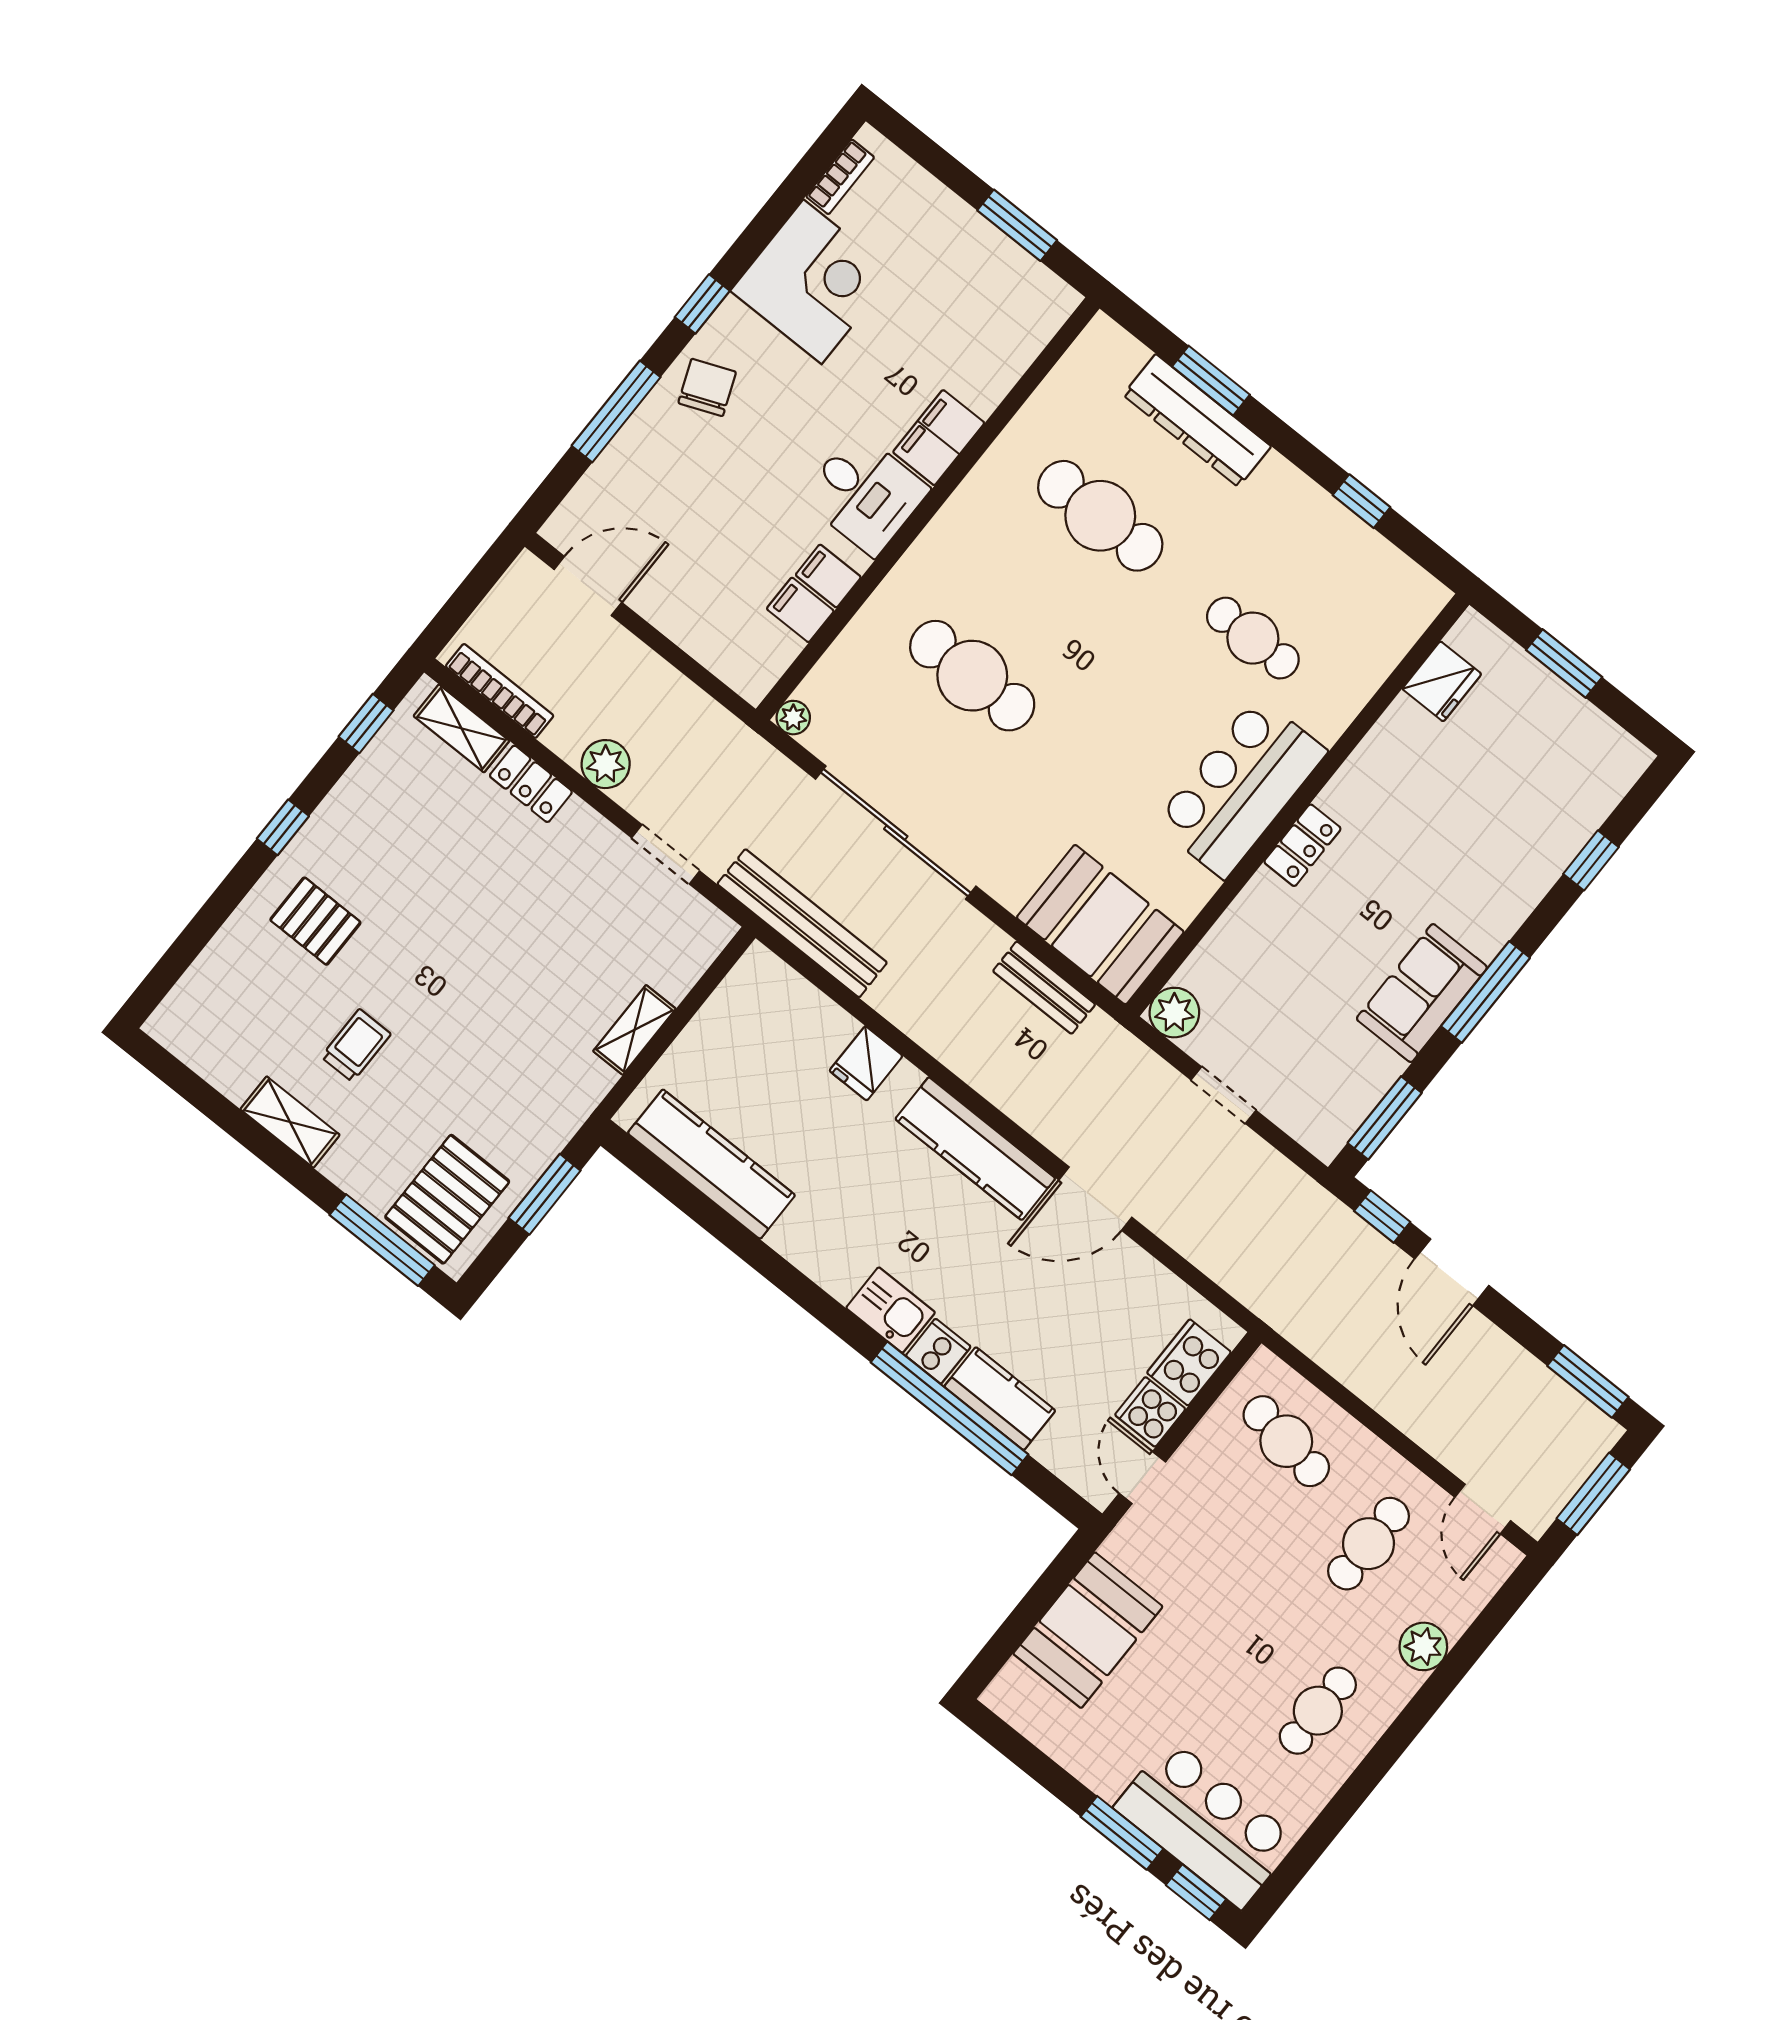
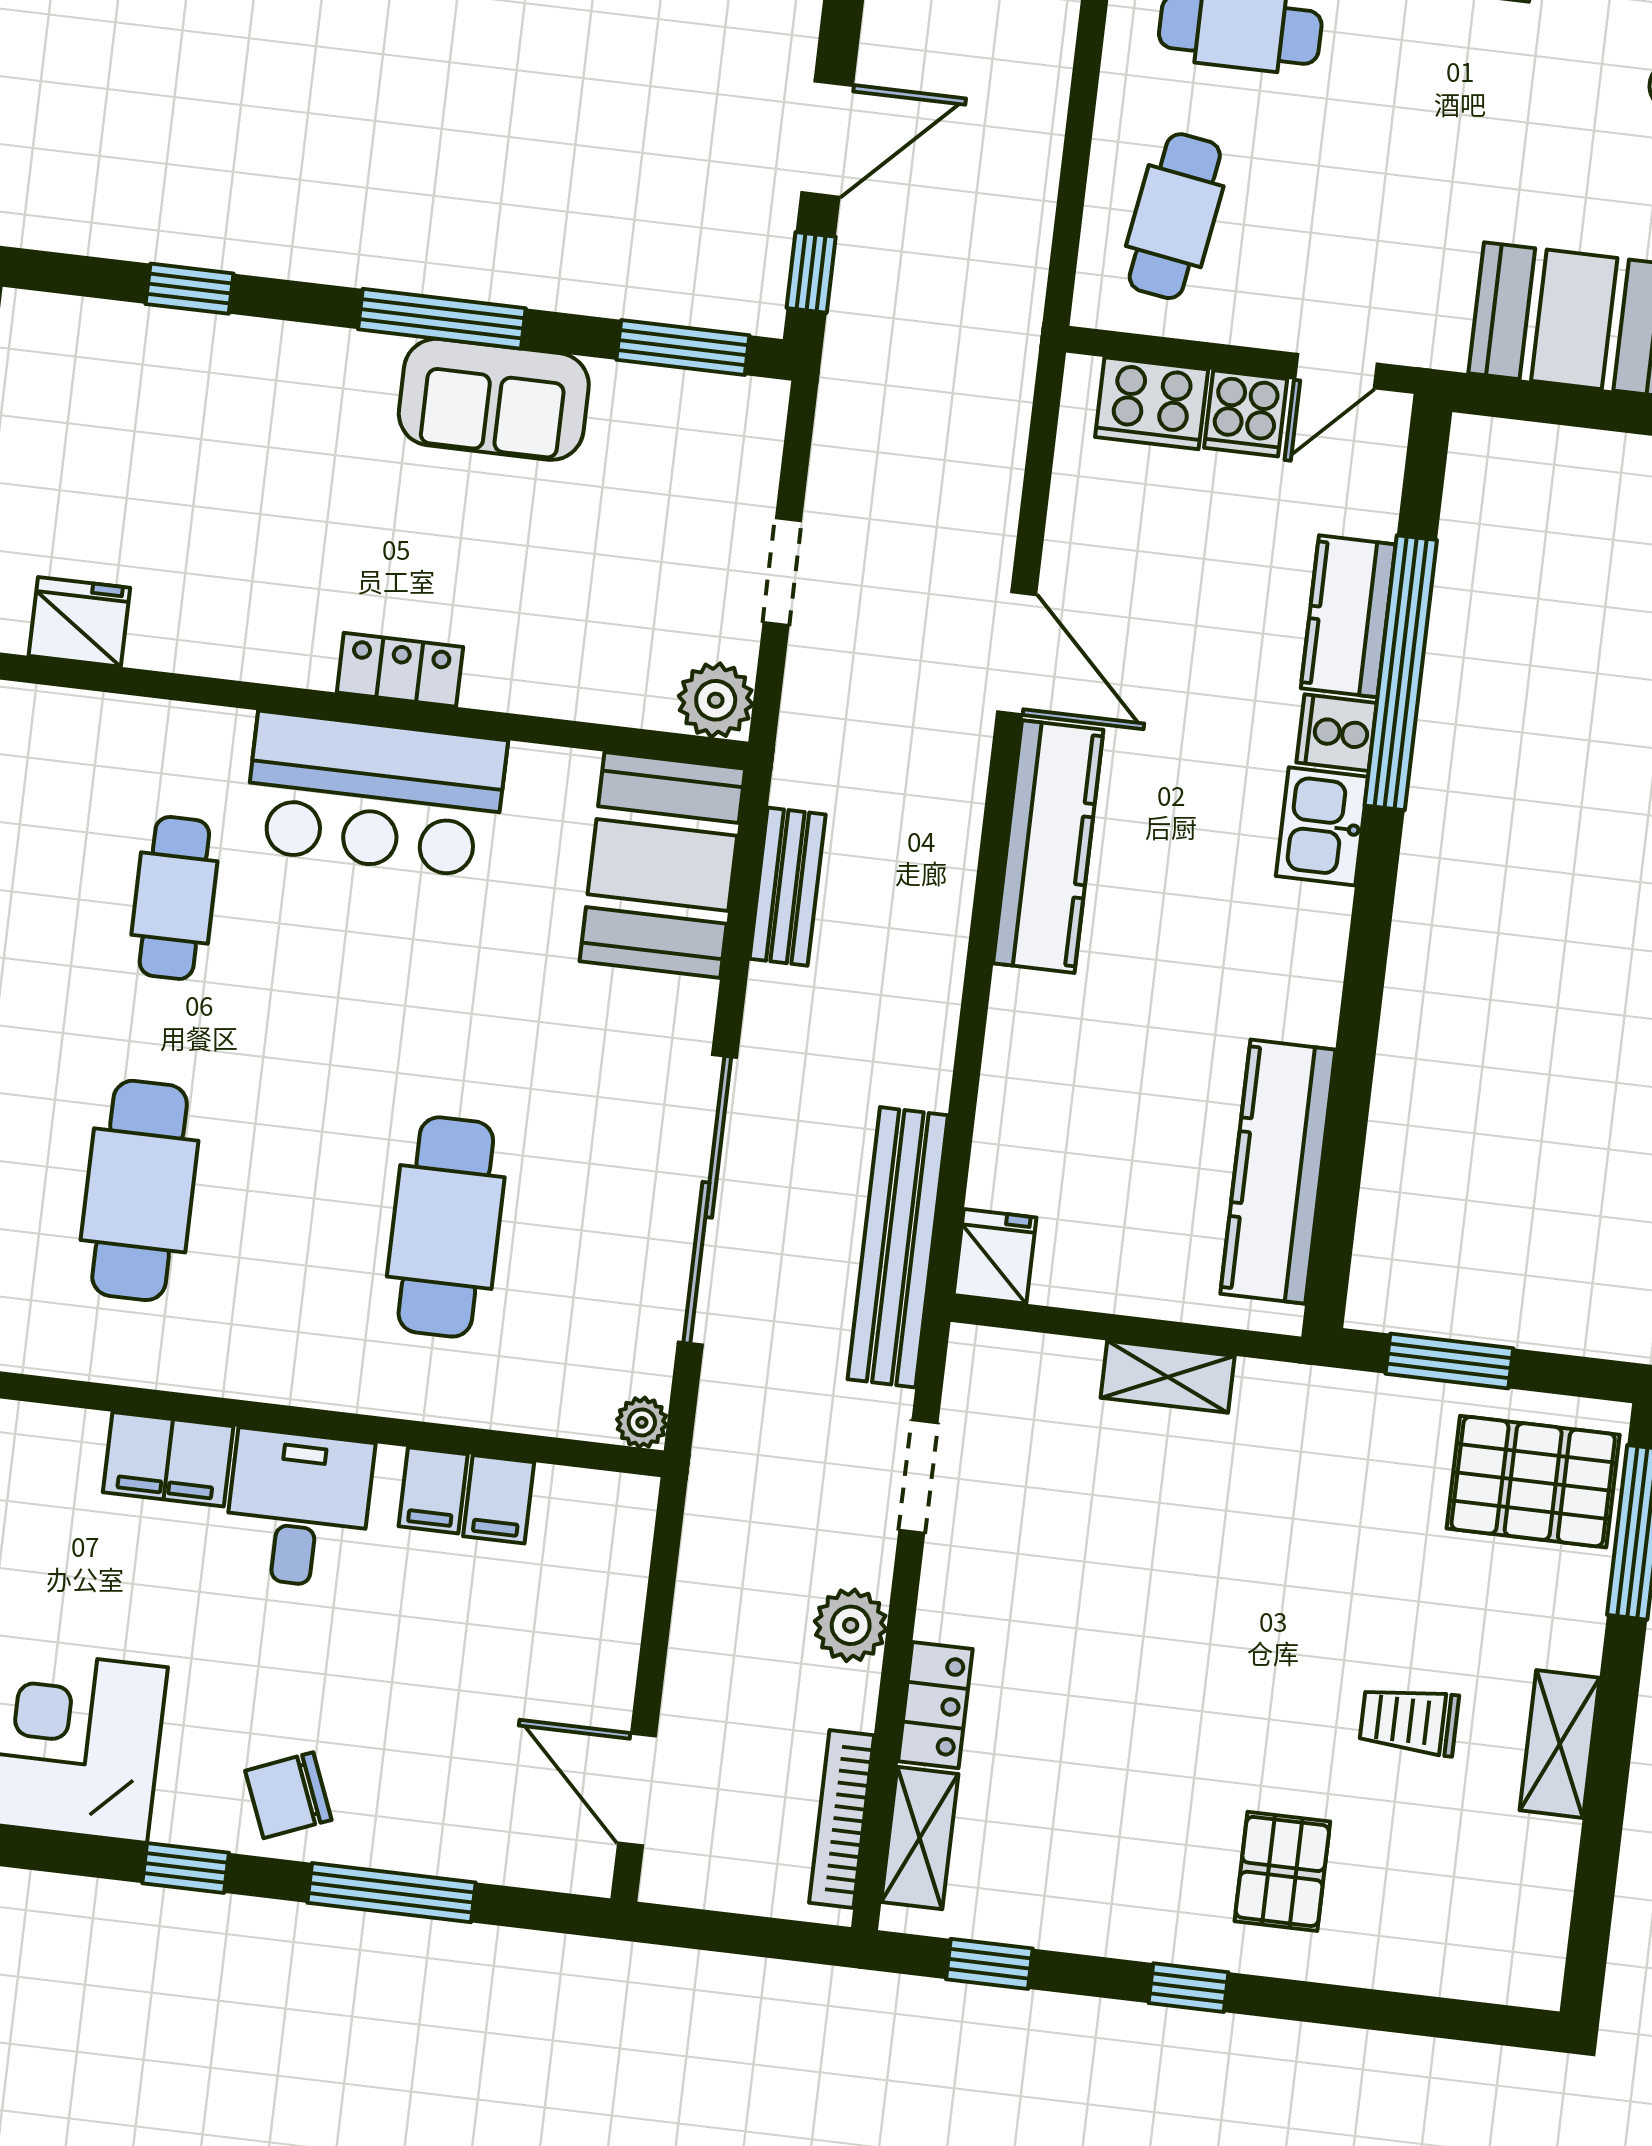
fridge: (866, 1063) -> (995, 1256), moved, turned -90

